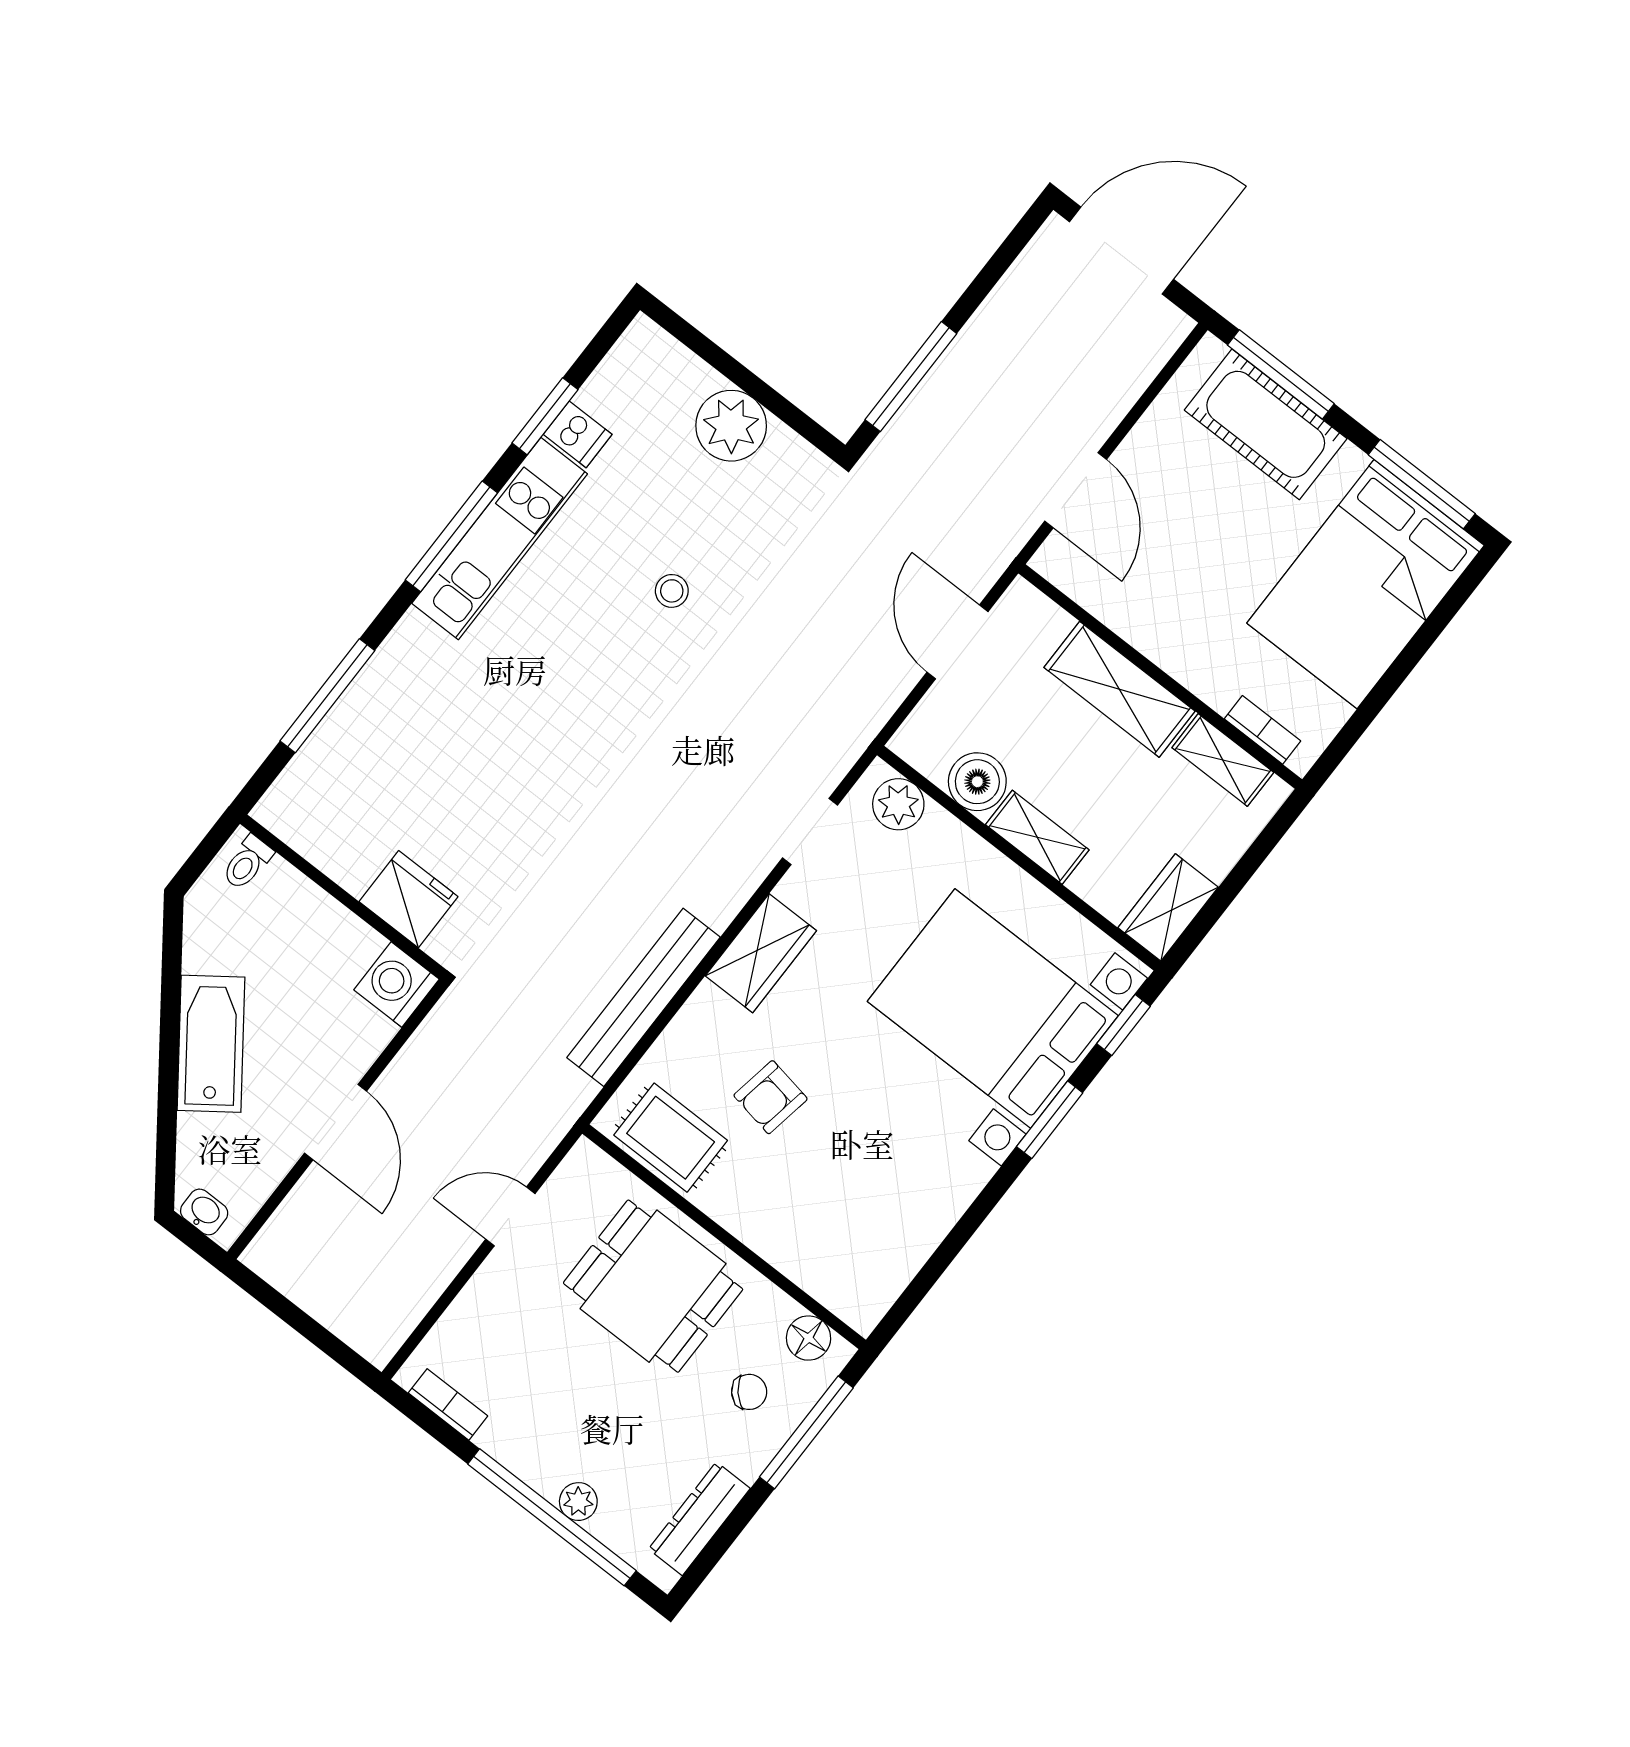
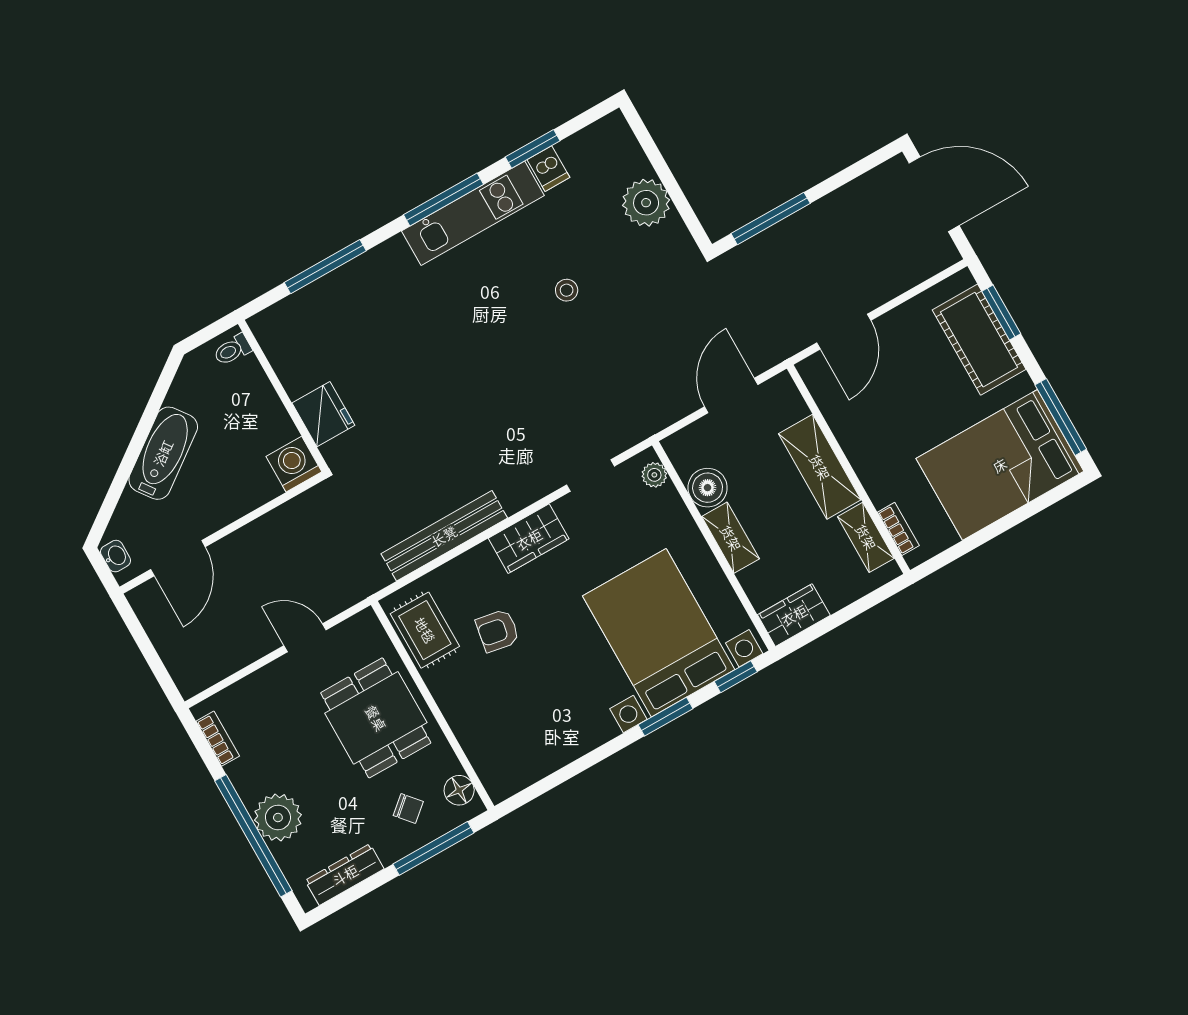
window: (1281, 374) -> (1001, 312), width x0.69
plant: (898, 804) -> (654, 475), width x0.73, depth x0.73
door: (335, 1122) -> (178, 558), moved
plant: (578, 1502) -> (278, 817), width x1.87, depth x1.87

